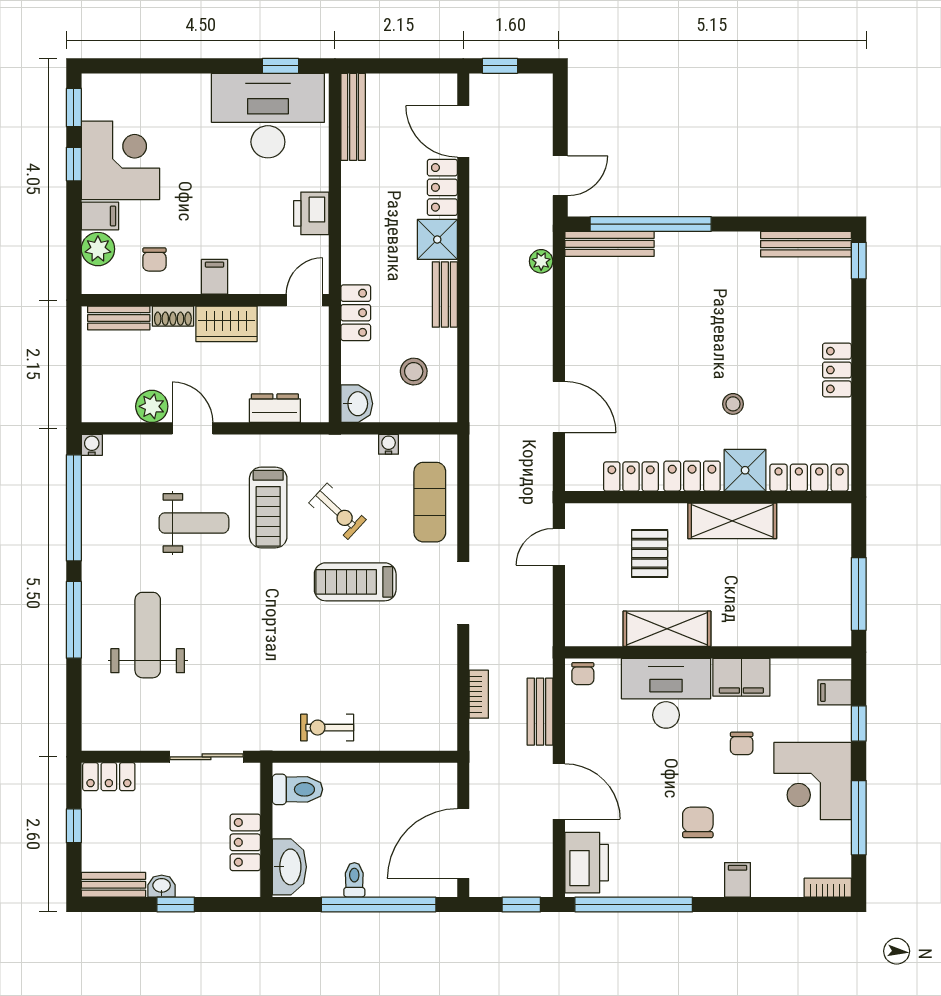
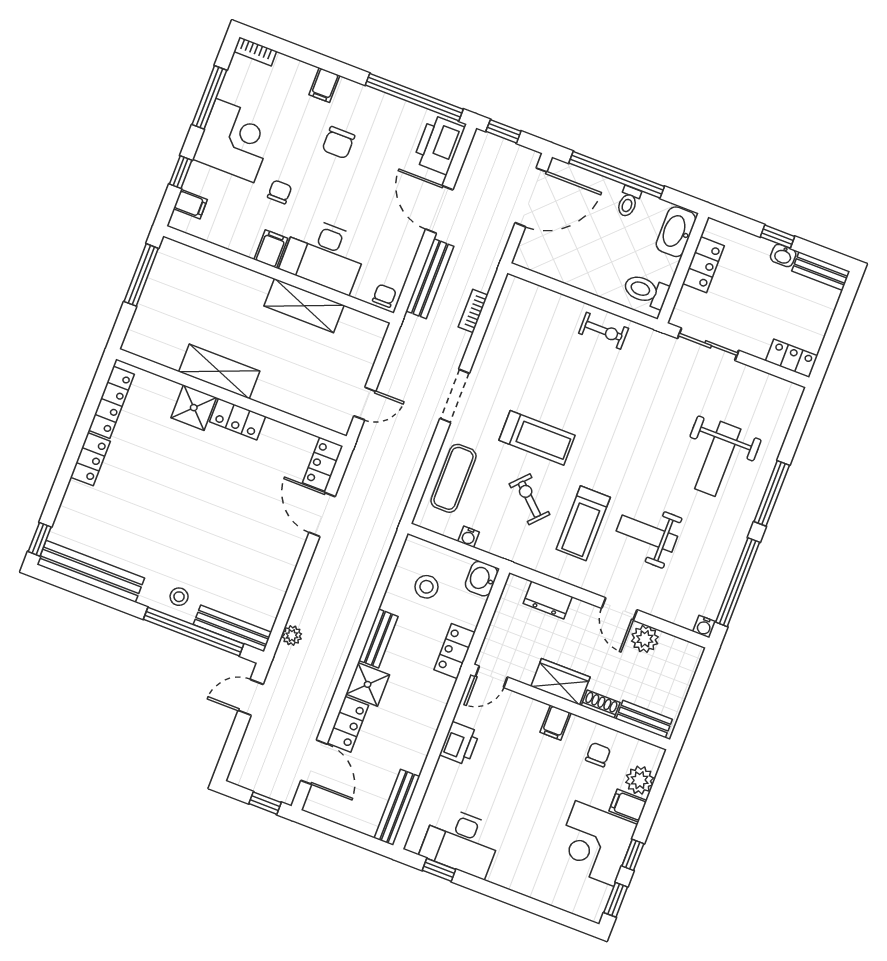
desk: (268, 116) -> (461, 842), width x0.73, depth x0.77
bench: (806, 244) -> (91, 571), width x1.37, depth x1.21
stool: (733, 404) -> (179, 597), moved
locker: (631, 477) -> (323, 464), moved, turned 90
locker: (809, 478) -> (111, 402), moved, turned -90
treadmill: (268, 507) -> (583, 523), turned 180
pallet: (650, 554) -> (295, 371), removed
filing cabinet: (741, 677) -> (271, 249), width x0.50
bench: (540, 712) -> (430, 279), width x1.36
window: (74, 826) -> (834, 330), removed

